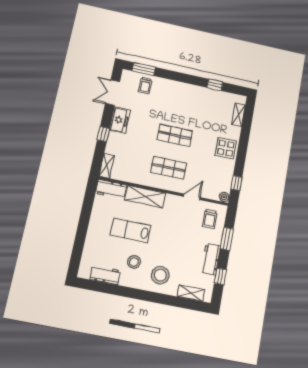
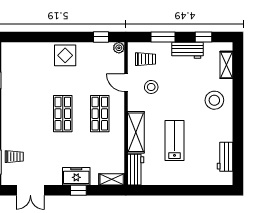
shelving: (238, 115) -> (24, 48), removed
freezer: (120, 120) -> (76, 176), moved
lab bench: (130, 230) -> (175, 141), turned 180
stool: (134, 262) -> (151, 87), moved

